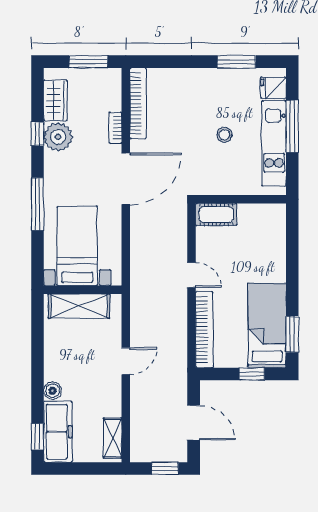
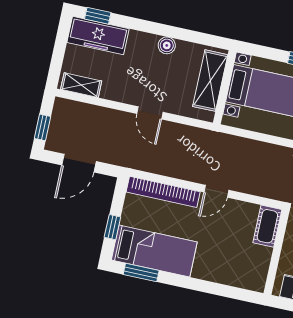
boiler: (53, 391) -> (167, 45), moved

